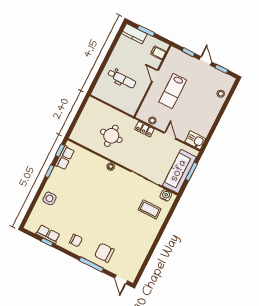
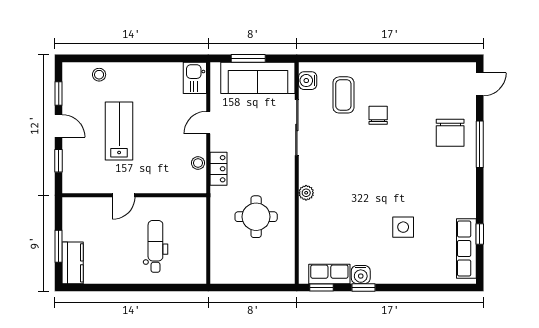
filing cabinet: (158, 53) -> (84, 209), removed
door: (206, 61) -> (59, 126), swing flipped
lab bench: (173, 91) -> (119, 131), moved, turned -90
water cooler: (57, 173) -> (361, 275), added
side table: (49, 198) -> (403, 227), moved
row of seats: (48, 234) -> (466, 248), width x1.48
chair: (76, 240) -> (378, 115), moved

